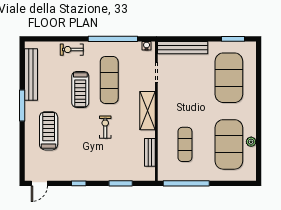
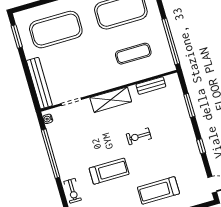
exercise mat: (109, 80) -> (92, 146), removed

